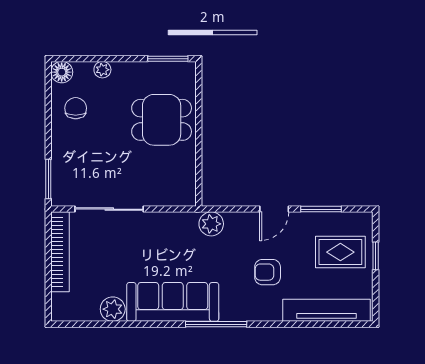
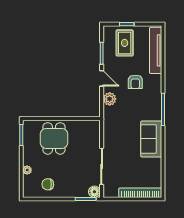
floor lamp: (62, 72) -> (94, 192), moved
plant: (211, 224) -> (110, 99), moved
bookcase: (60, 252) -> (140, 193), moved
sofa: (173, 302) -> (151, 139), width x0.73
plant: (113, 309) -> (155, 165), removed

